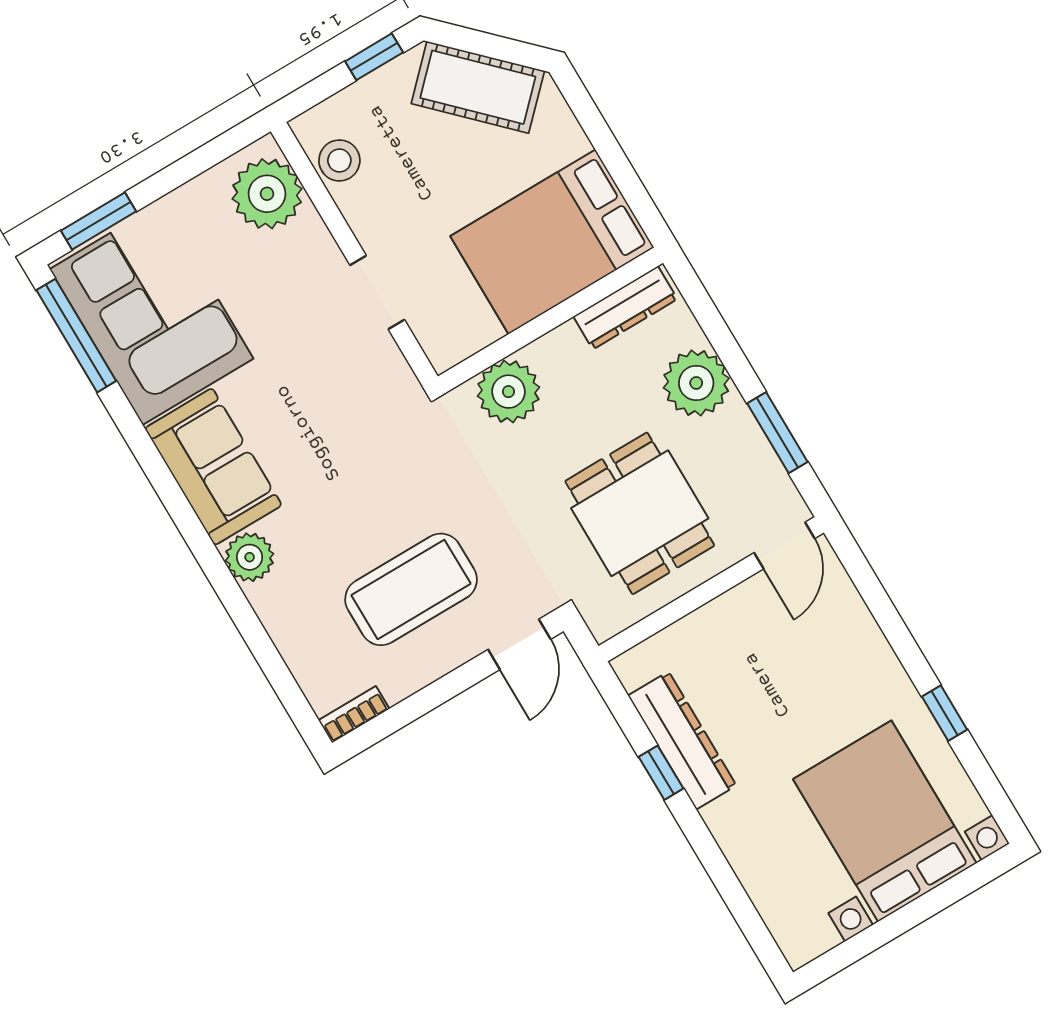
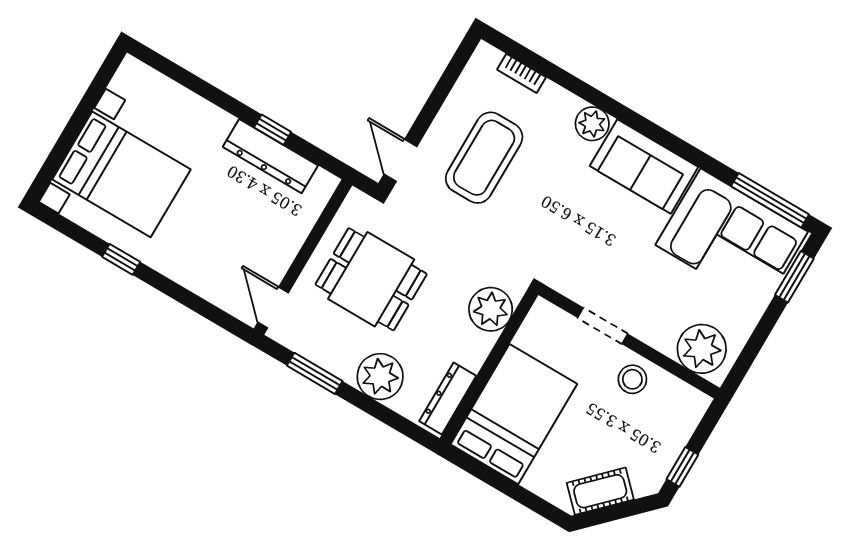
cot: (478, 87) -> (600, 491), width x0.73, depth x0.75
stool: (339, 160) -> (632, 379), moved
bookcase: (354, 714) -> (522, 73), moved, turned 90

